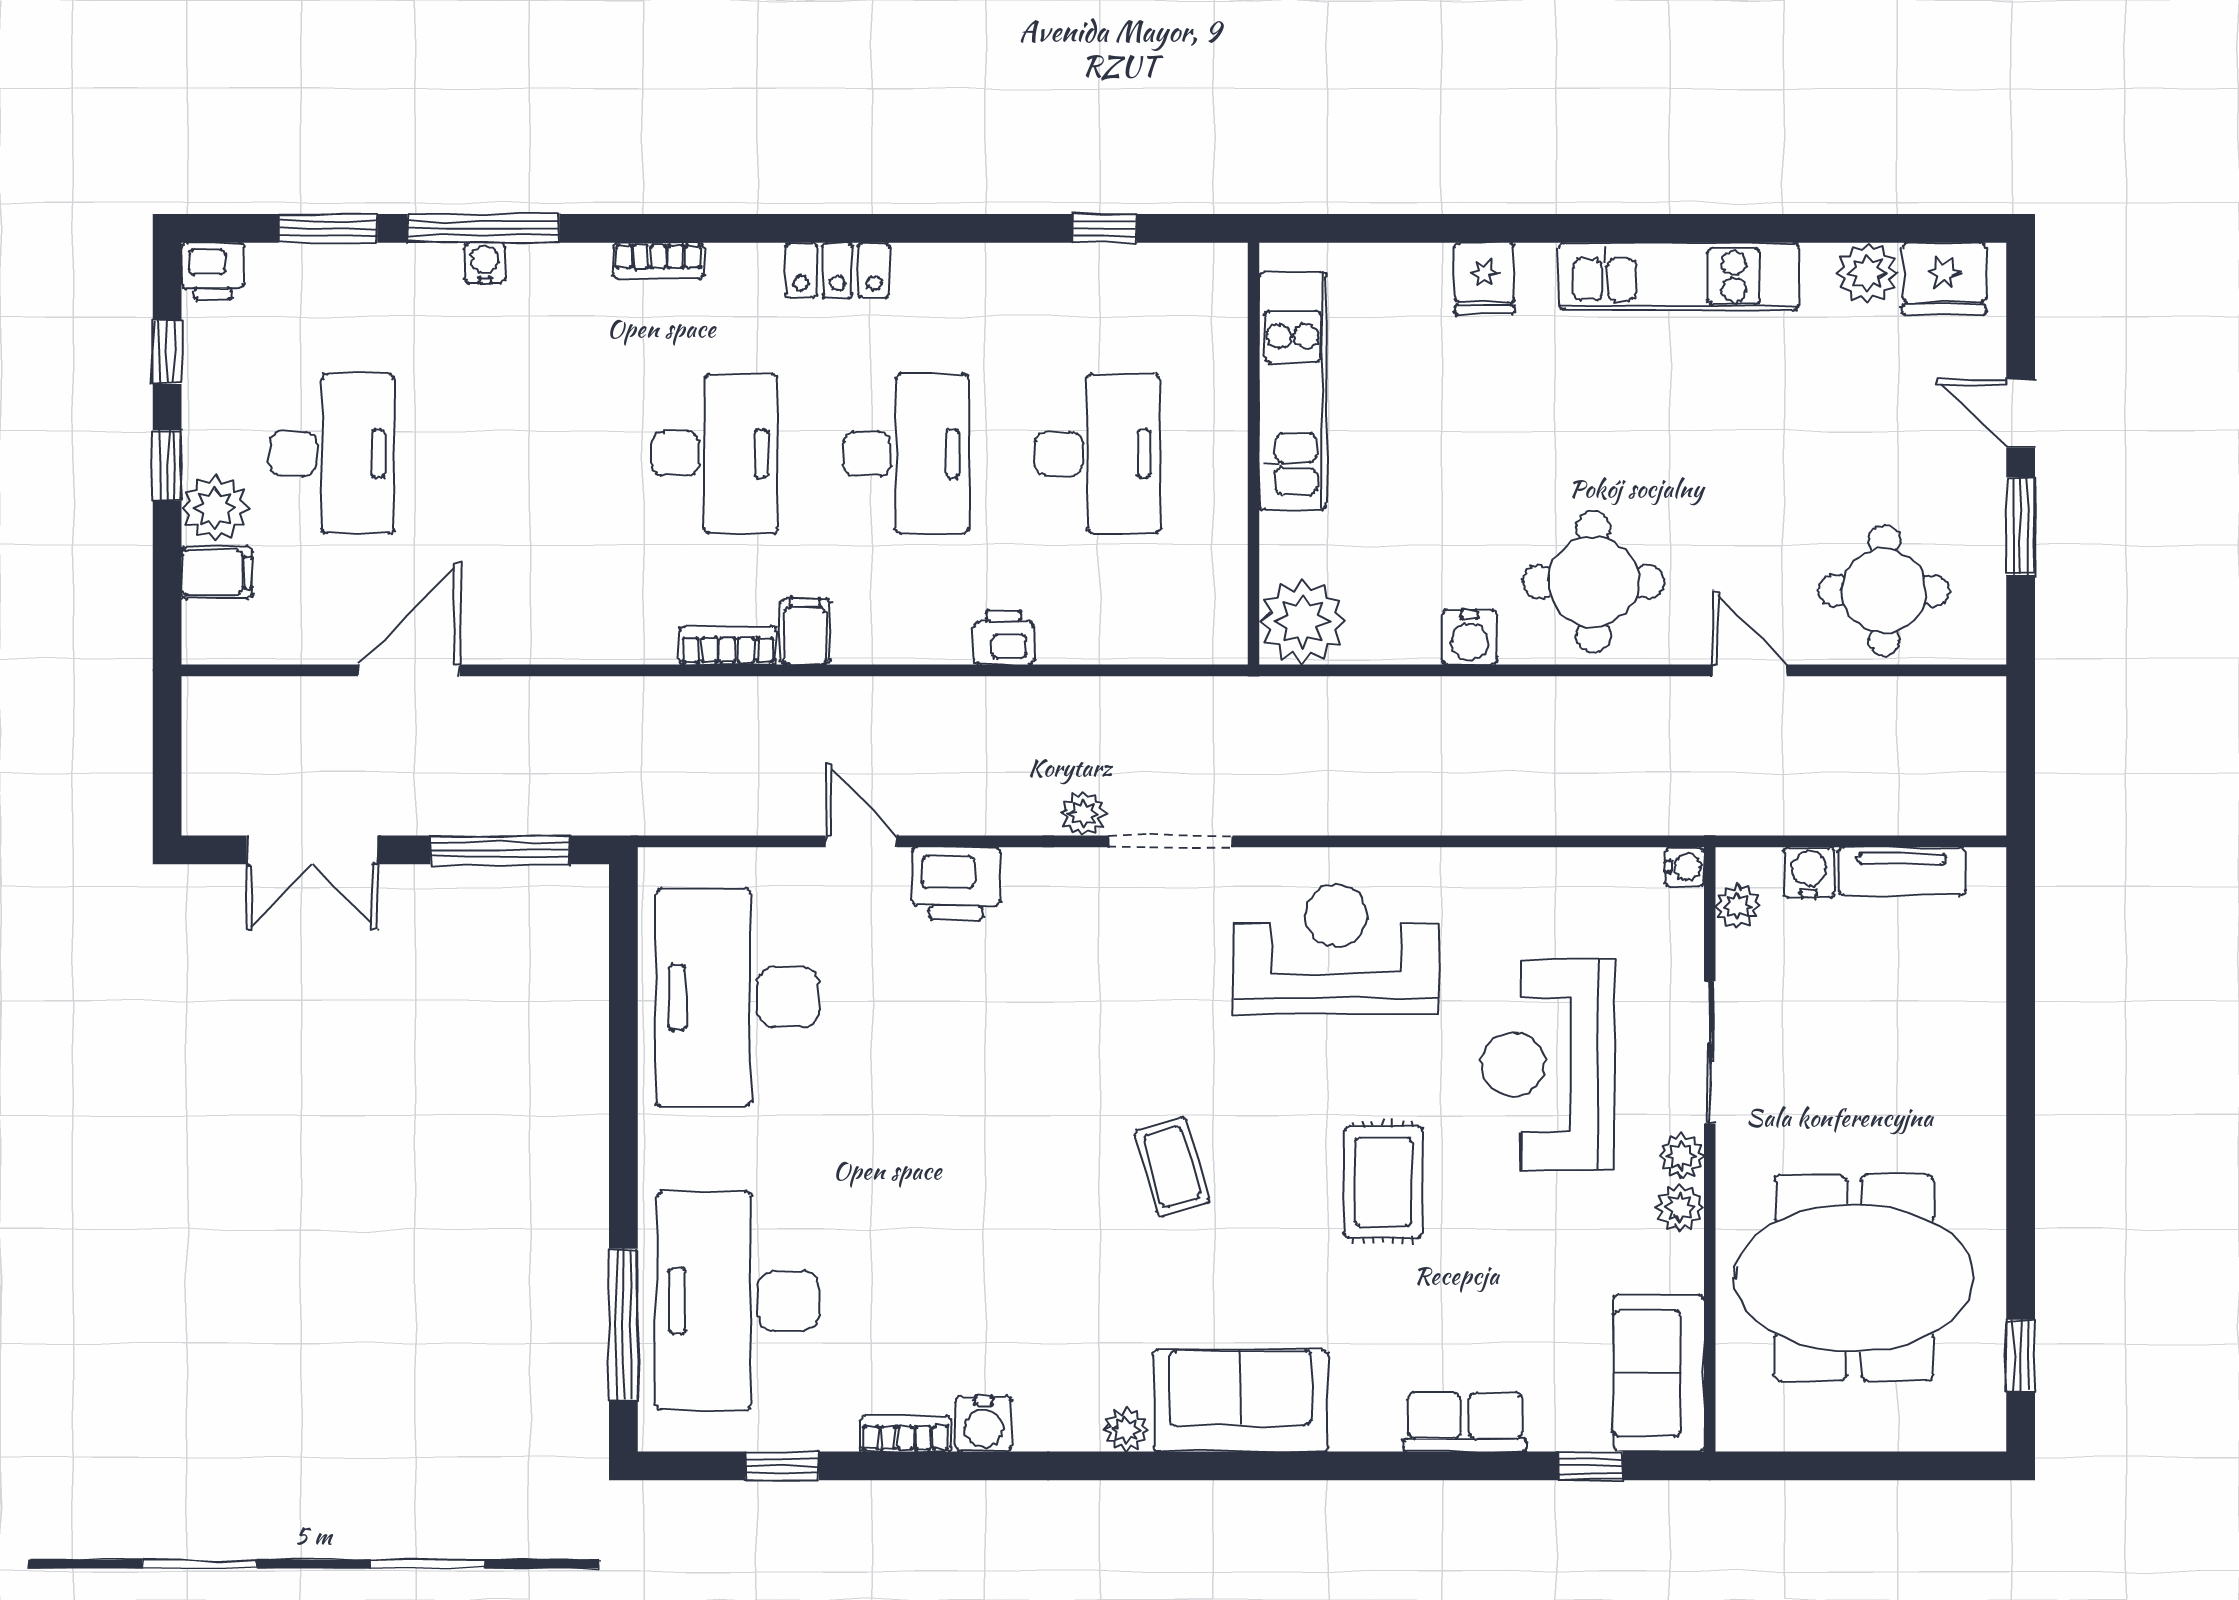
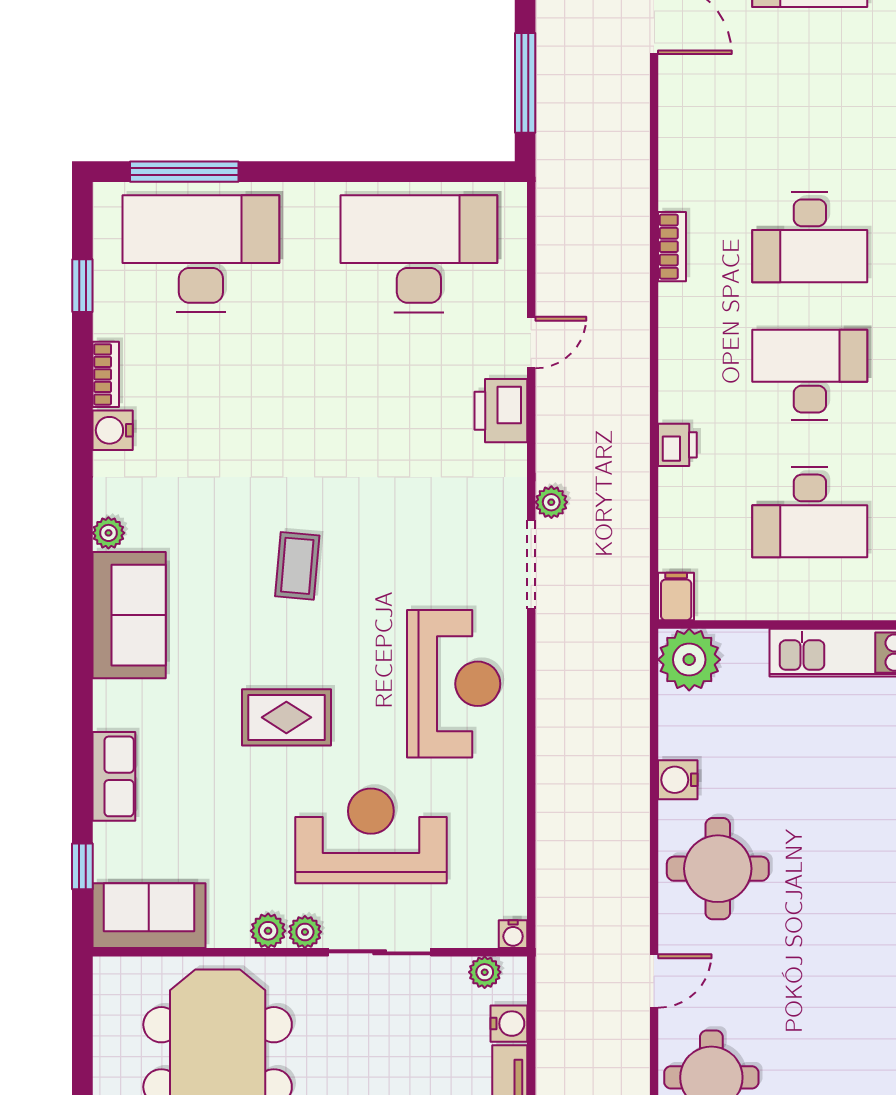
desk: (906, 454) -> (810, 375), turned 180
filing cabinet: (805, 631) -> (676, 597), moved, turned -90
coffee table: (1172, 1167) -> (297, 566), turned -69

